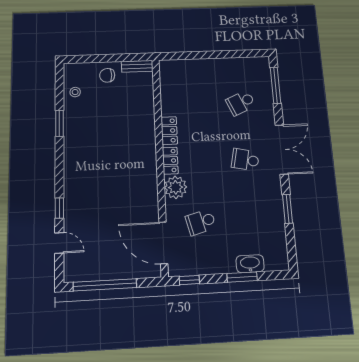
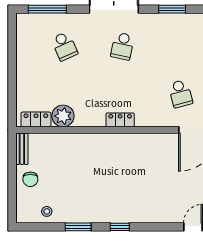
locker: (169, 131) -> (36, 119), moved
plant: (176, 187) -> (63, 116), moved
window: (59, 208) -> (120, 227), moved

